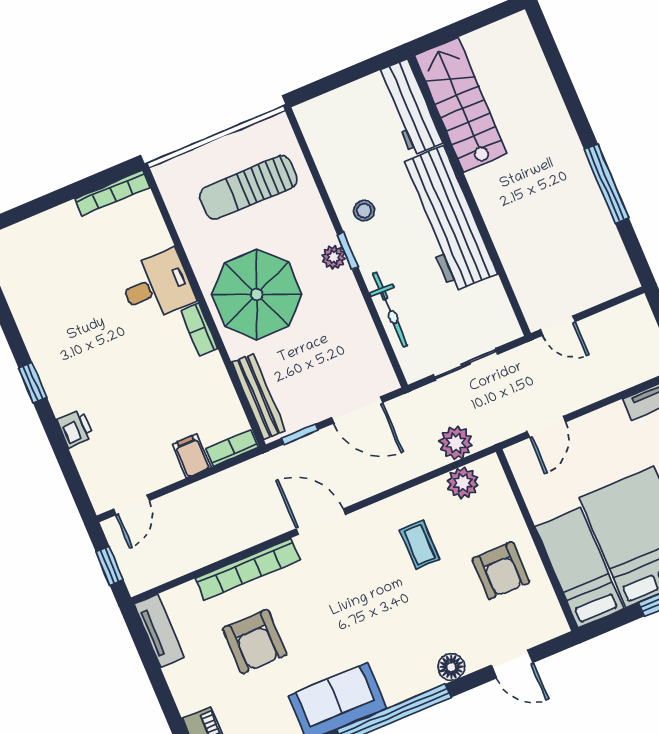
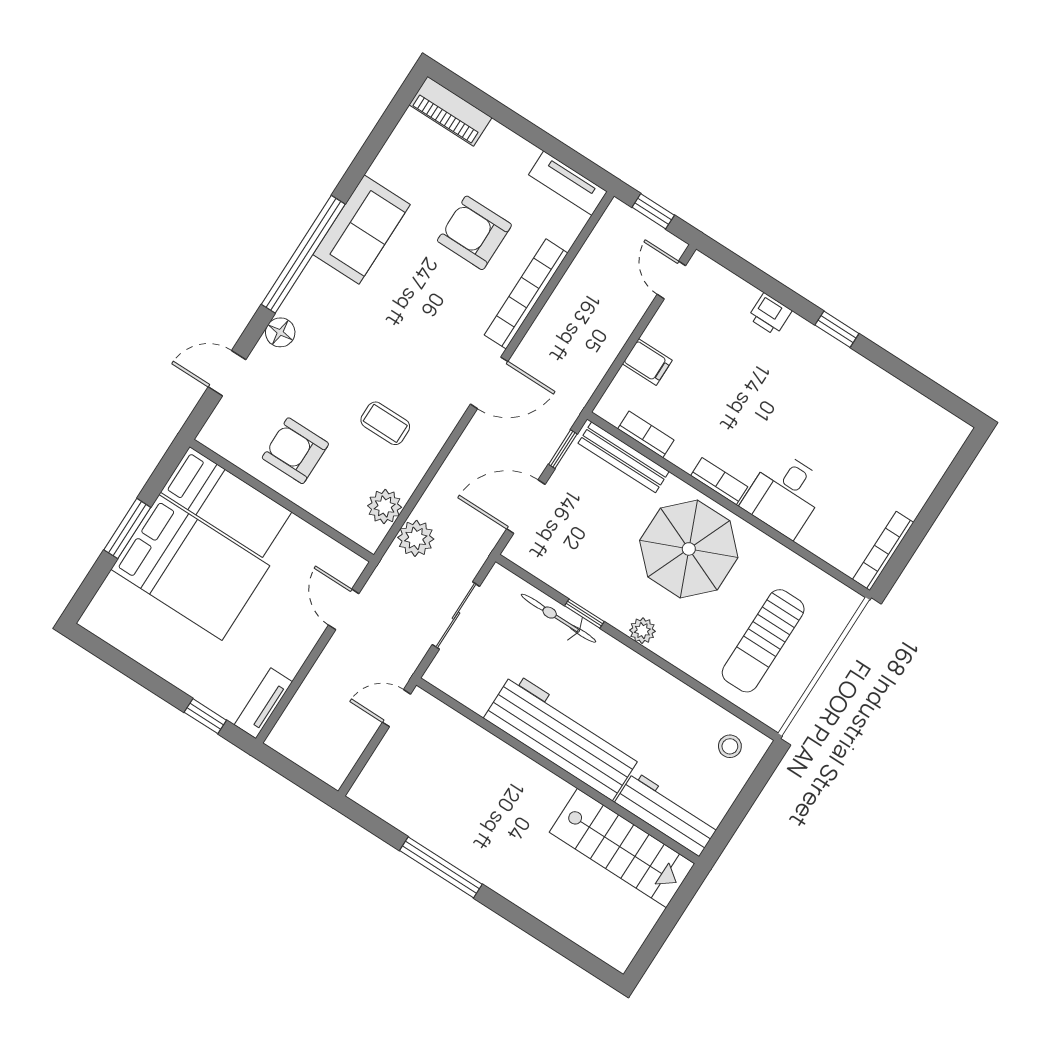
sun lounger: (248, 187) -> (763, 641), turned 180
stool: (364, 211) -> (730, 746), moved
window: (348, 251) -> (584, 614), moved
bookcase: (232, 448) -> (646, 434), moved, turned -90

